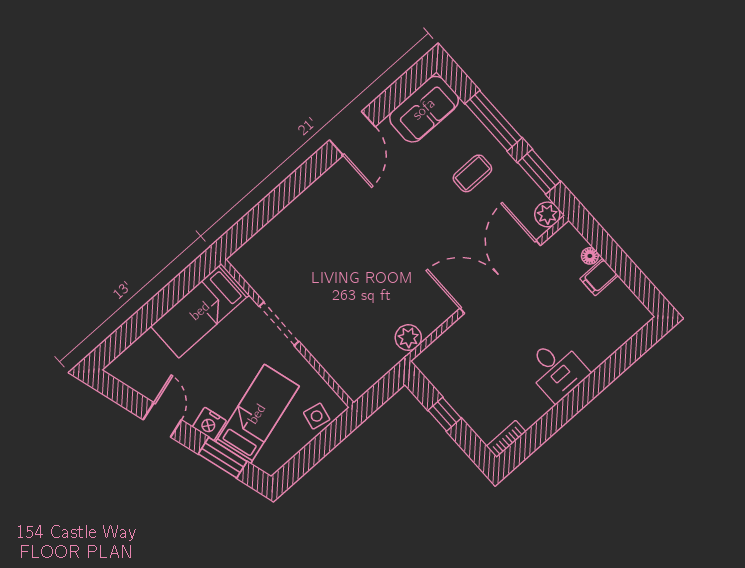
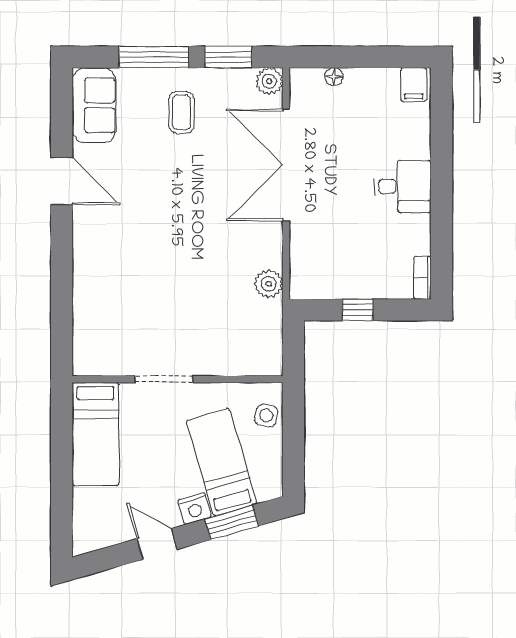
filing cabinet: (599, 277) -> (414, 85), moved

